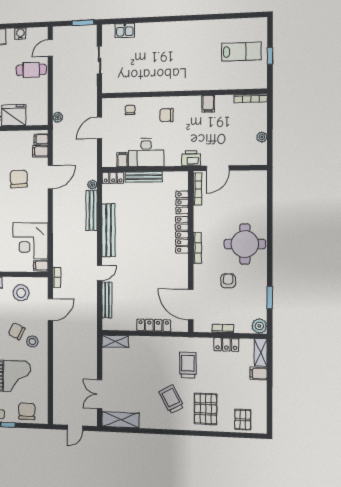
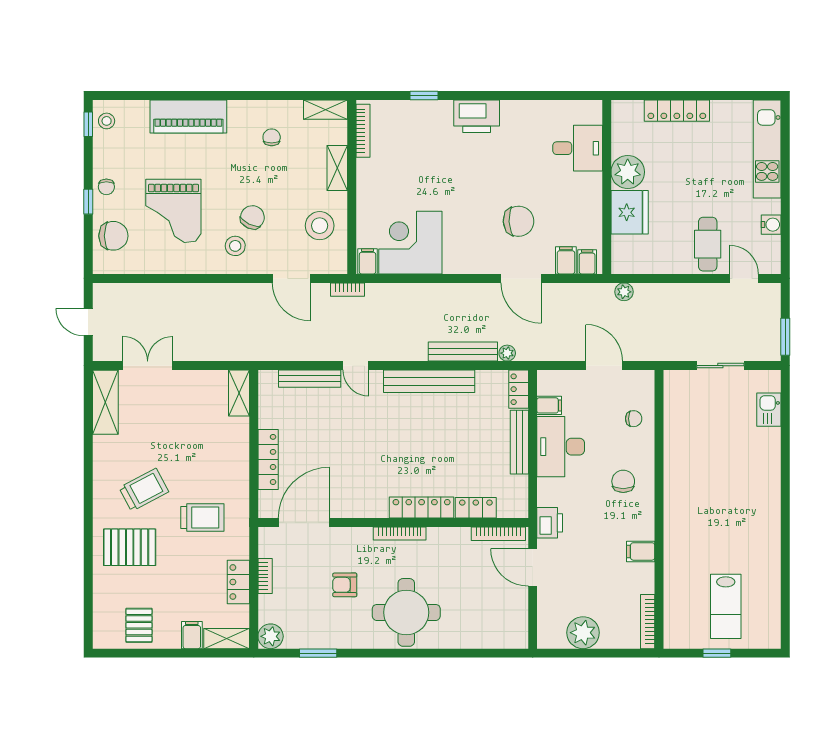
plant: (262, 137) -> (583, 633), width x1.88, depth x1.88
armchair: (228, 281) -> (345, 585), turned 180
pallet: (243, 420) -> (139, 625), moved, turned 90

